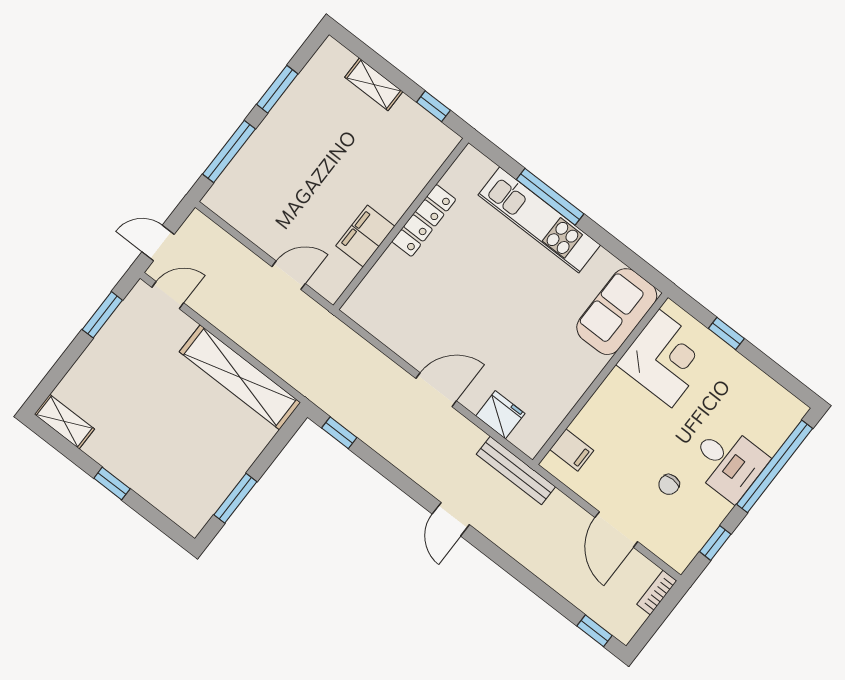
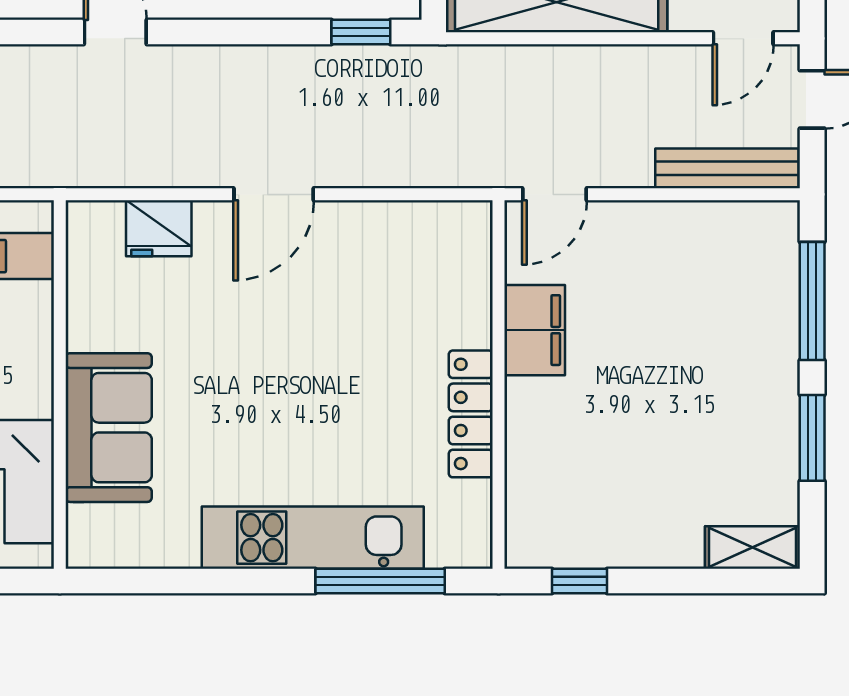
shelving: (374, 84) -> (753, 547), moved
window: (550, 197) -> (380, 581), moved
door: (289, 275) -> (555, 194), moved
sofa: (617, 312) -> (109, 428), moved
bench: (516, 470) -> (727, 168), moved

